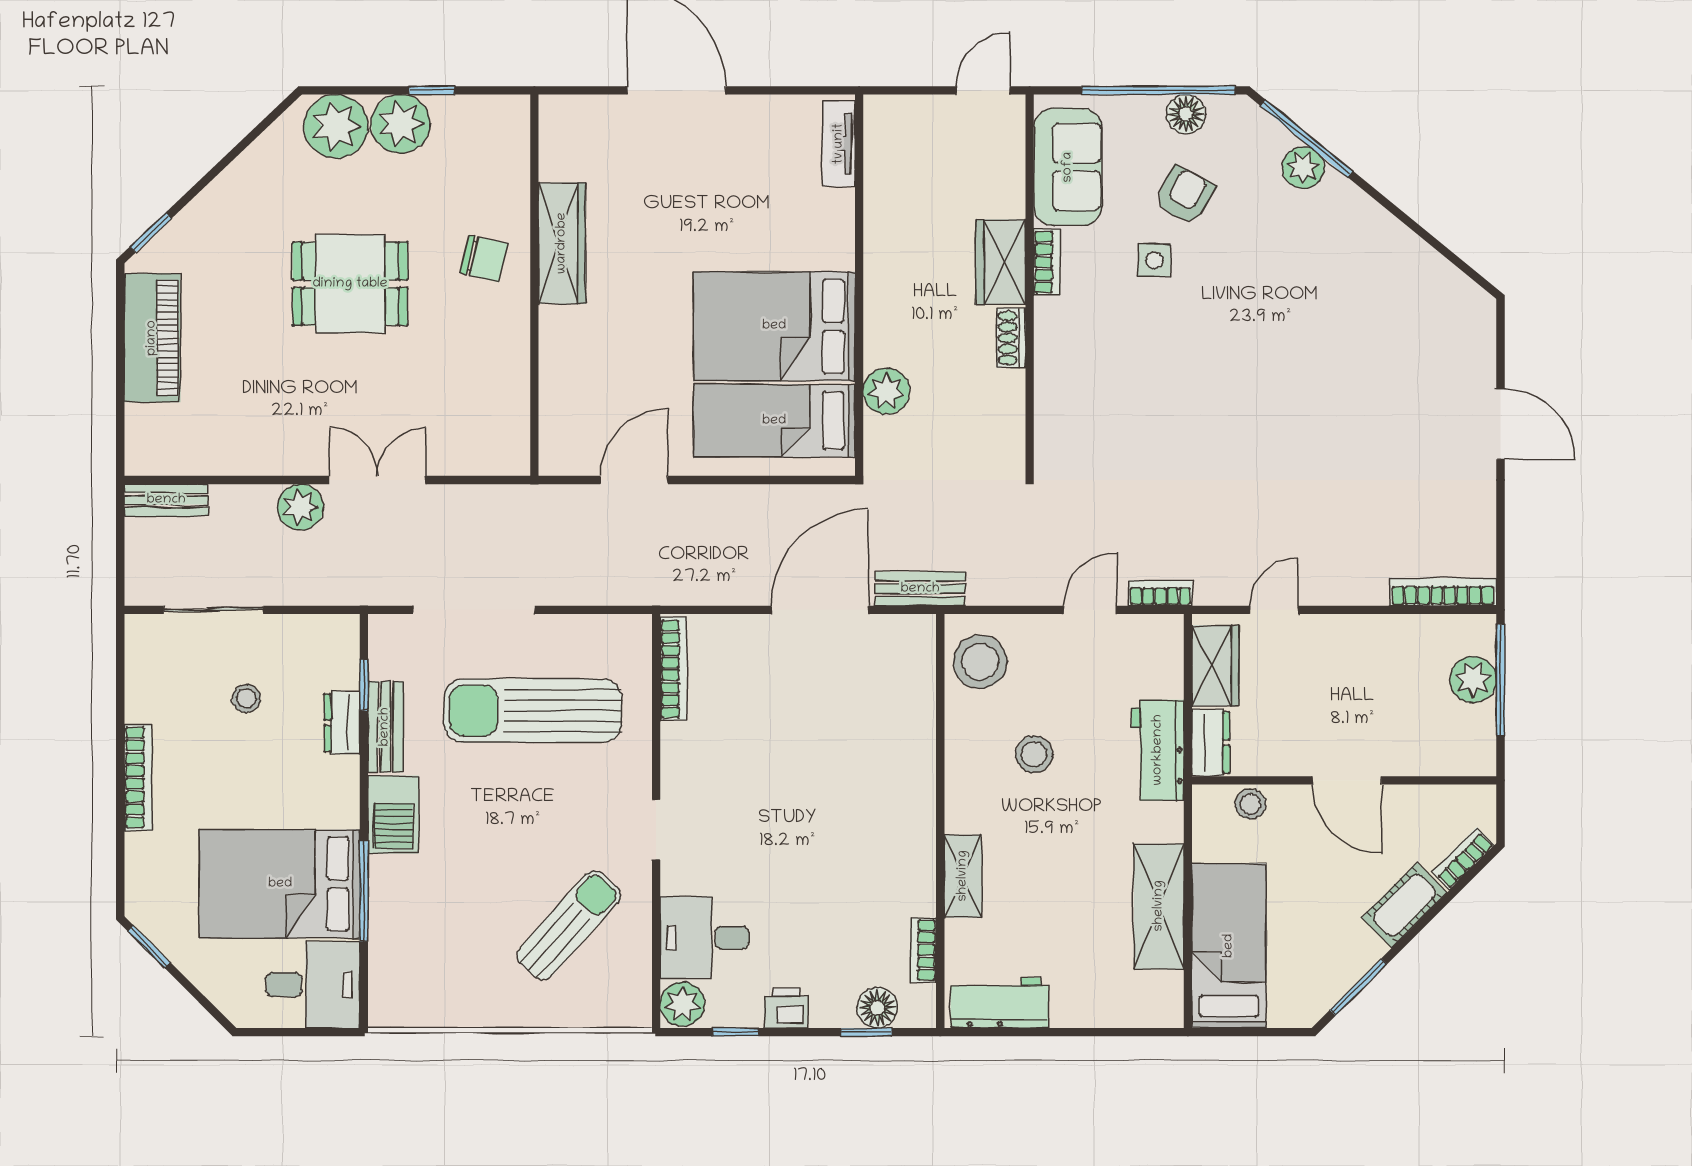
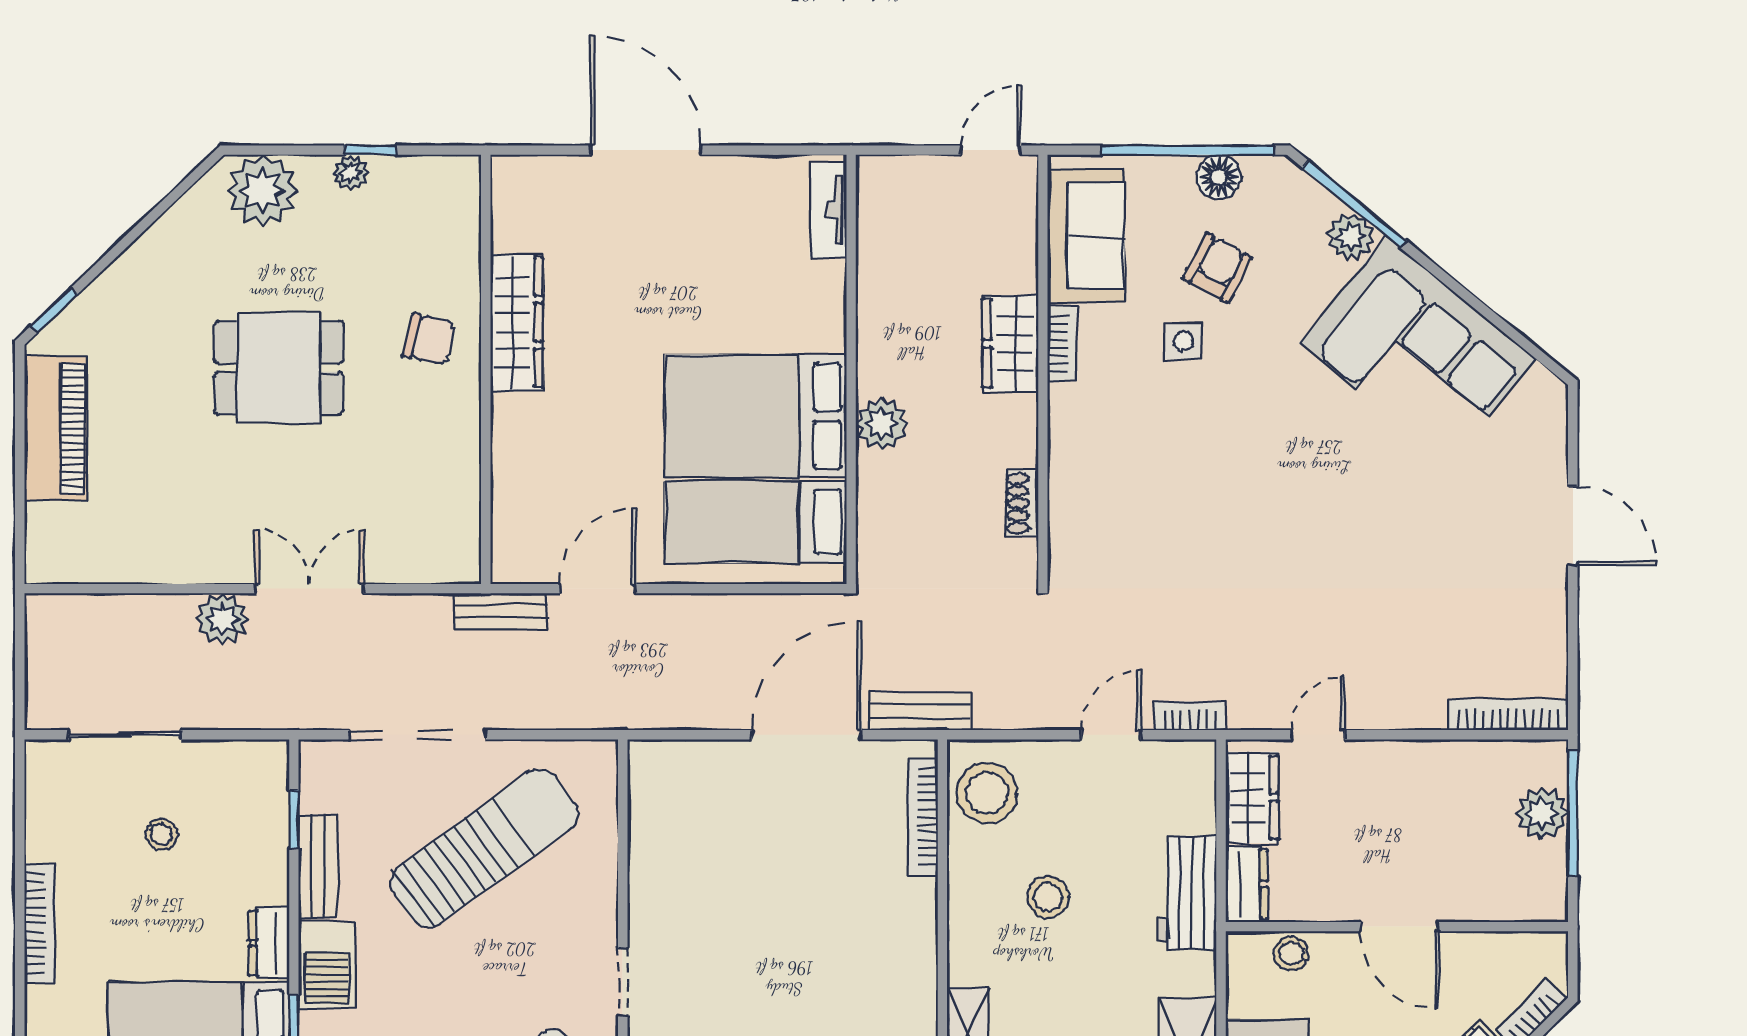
plant: (401, 124) -> (351, 172), width x0.53, depth x0.53
corner sofa: (1363, 269) -> (1418, 351), added
shoe rack: (1011, 338) -> (1022, 503), moved
plant: (886, 391) -> (882, 424), moved
bench: (166, 500) -> (501, 611), moved
bookcase: (673, 669) -> (923, 817), moved, turned 180
sun lounger: (533, 711) -> (484, 848), turned 144
dresser: (342, 723) -> (269, 943), moved

